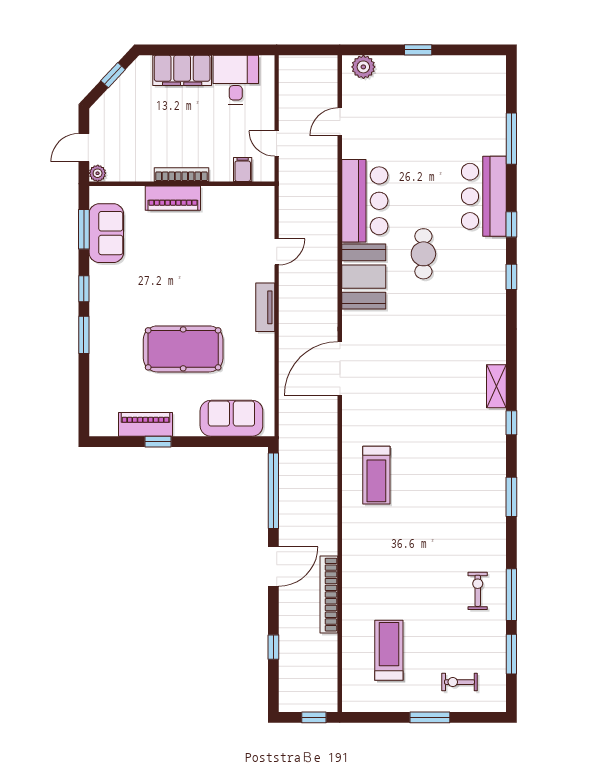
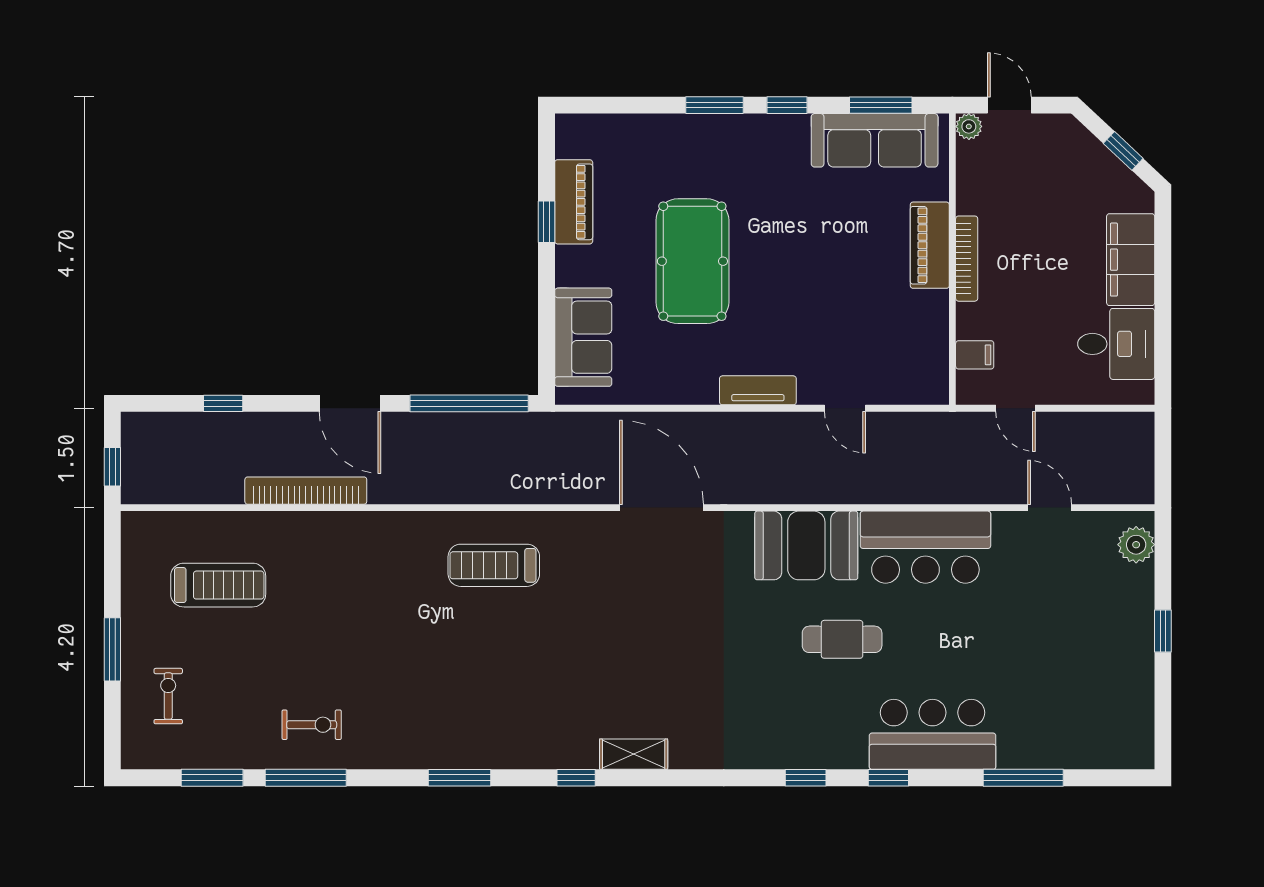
door: (277, 144) -> (1015, 408), swing flipped
sofa: (106, 233) -> (875, 140), width x1.36

